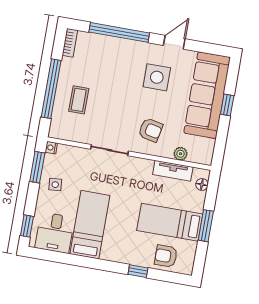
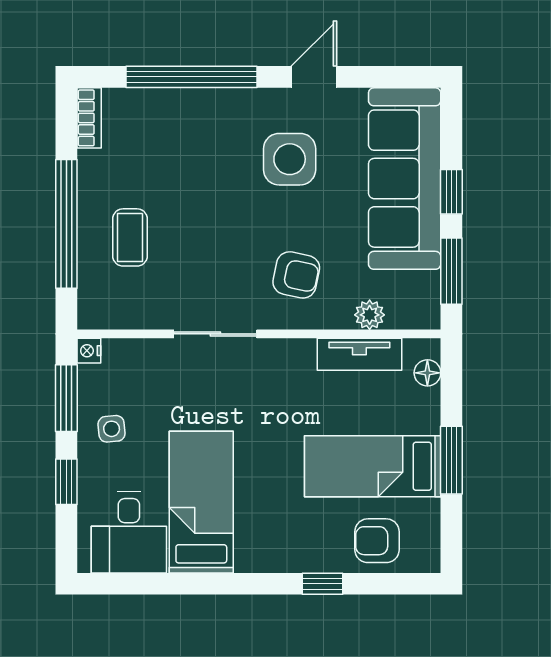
window: (221, 141) -> (451, 271), added
window: (27, 226) -> (66, 482), moved

